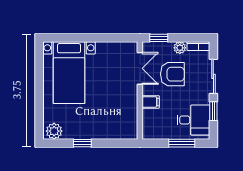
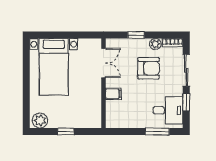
double door: (140, 68) -> (103, 63), moved
wall: (140, 90) -> (103, 83), moved
filing cabinet: (151, 102) -> (113, 94), moved

